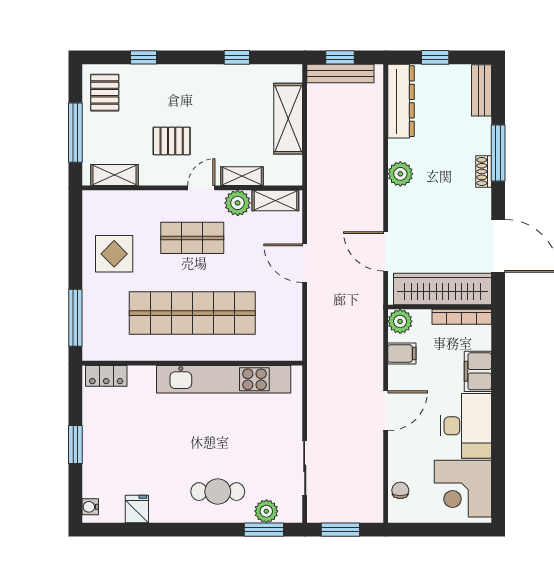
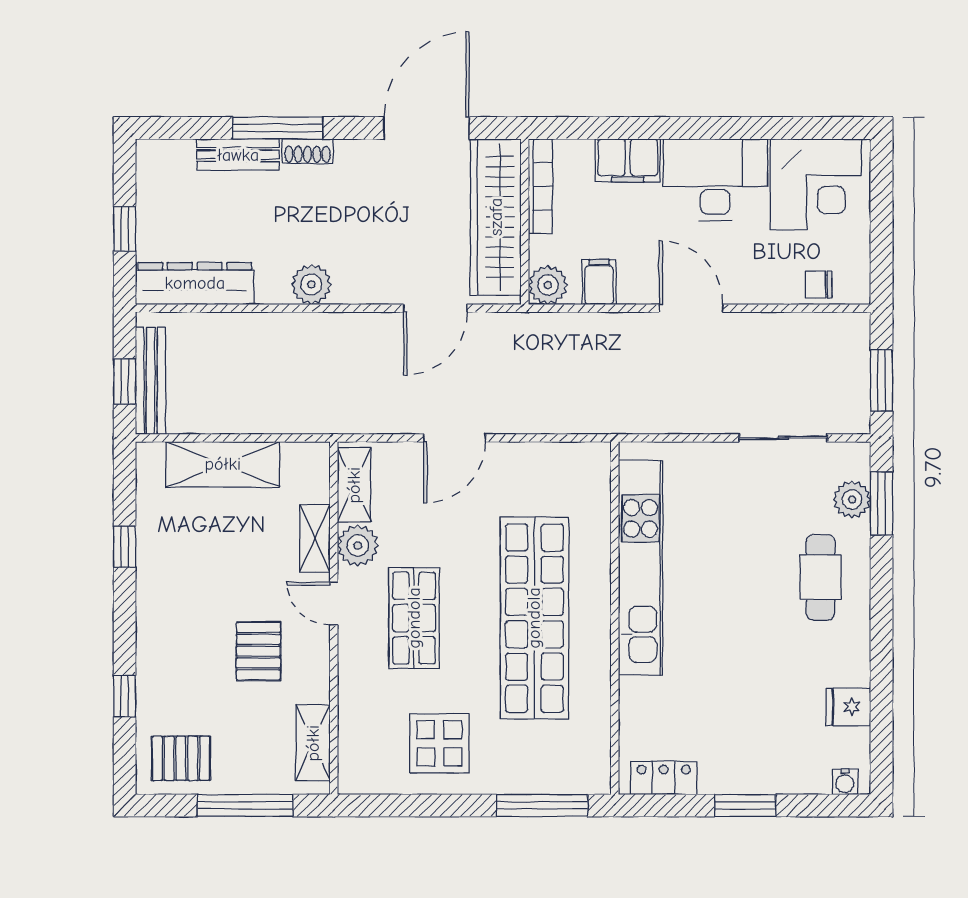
bench: (481, 90) -> (238, 155), moved
locker: (106, 376) -> (664, 778), moved, turned -90

